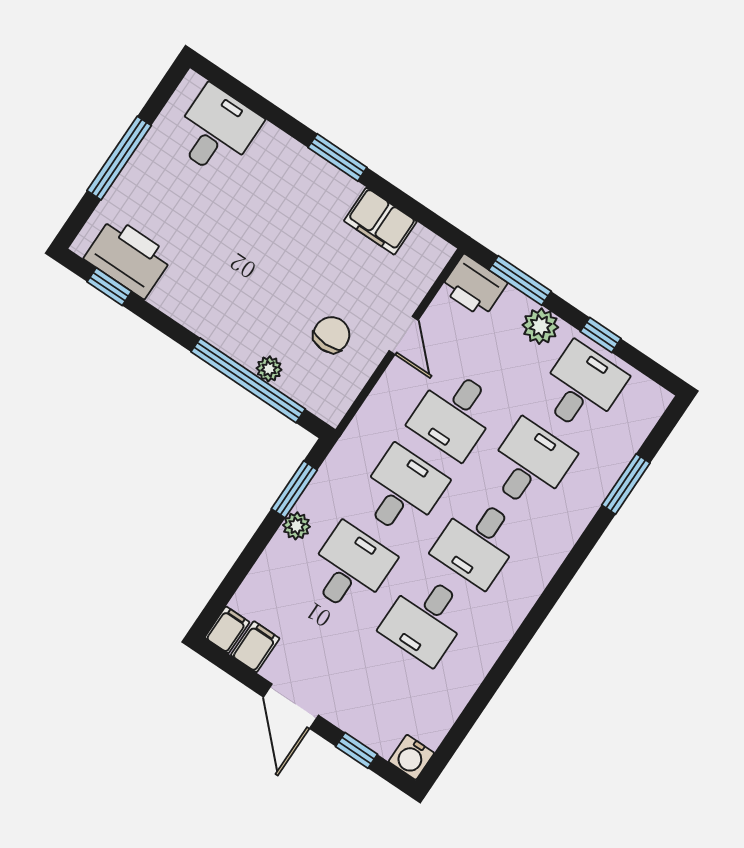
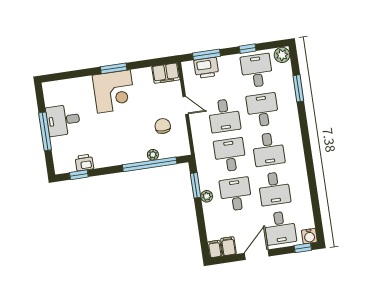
desk: (216, 131) -> (63, 120), moved, turned -90
corner desk: (302, 198) -> (114, 91), added
filing cabinet: (380, 221) -> (166, 73), moved
printer: (128, 257) -> (84, 163), width x0.53, depth x0.68
printer: (474, 286) -> (206, 68), moved
plant: (540, 326) -> (282, 55), moved
desk: (373, 697) -> (280, 228), added
door: (291, 706) -> (257, 255), swing flipped
window: (356, 750) -> (303, 248), moved

